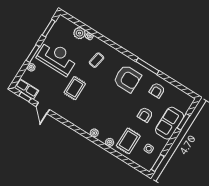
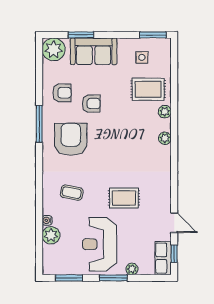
plant: (185, 101) -> (54, 49), added
door: (43, 108) -> (174, 223), hinge flipped
armchair: (145, 115) -> (91, 104), moved

